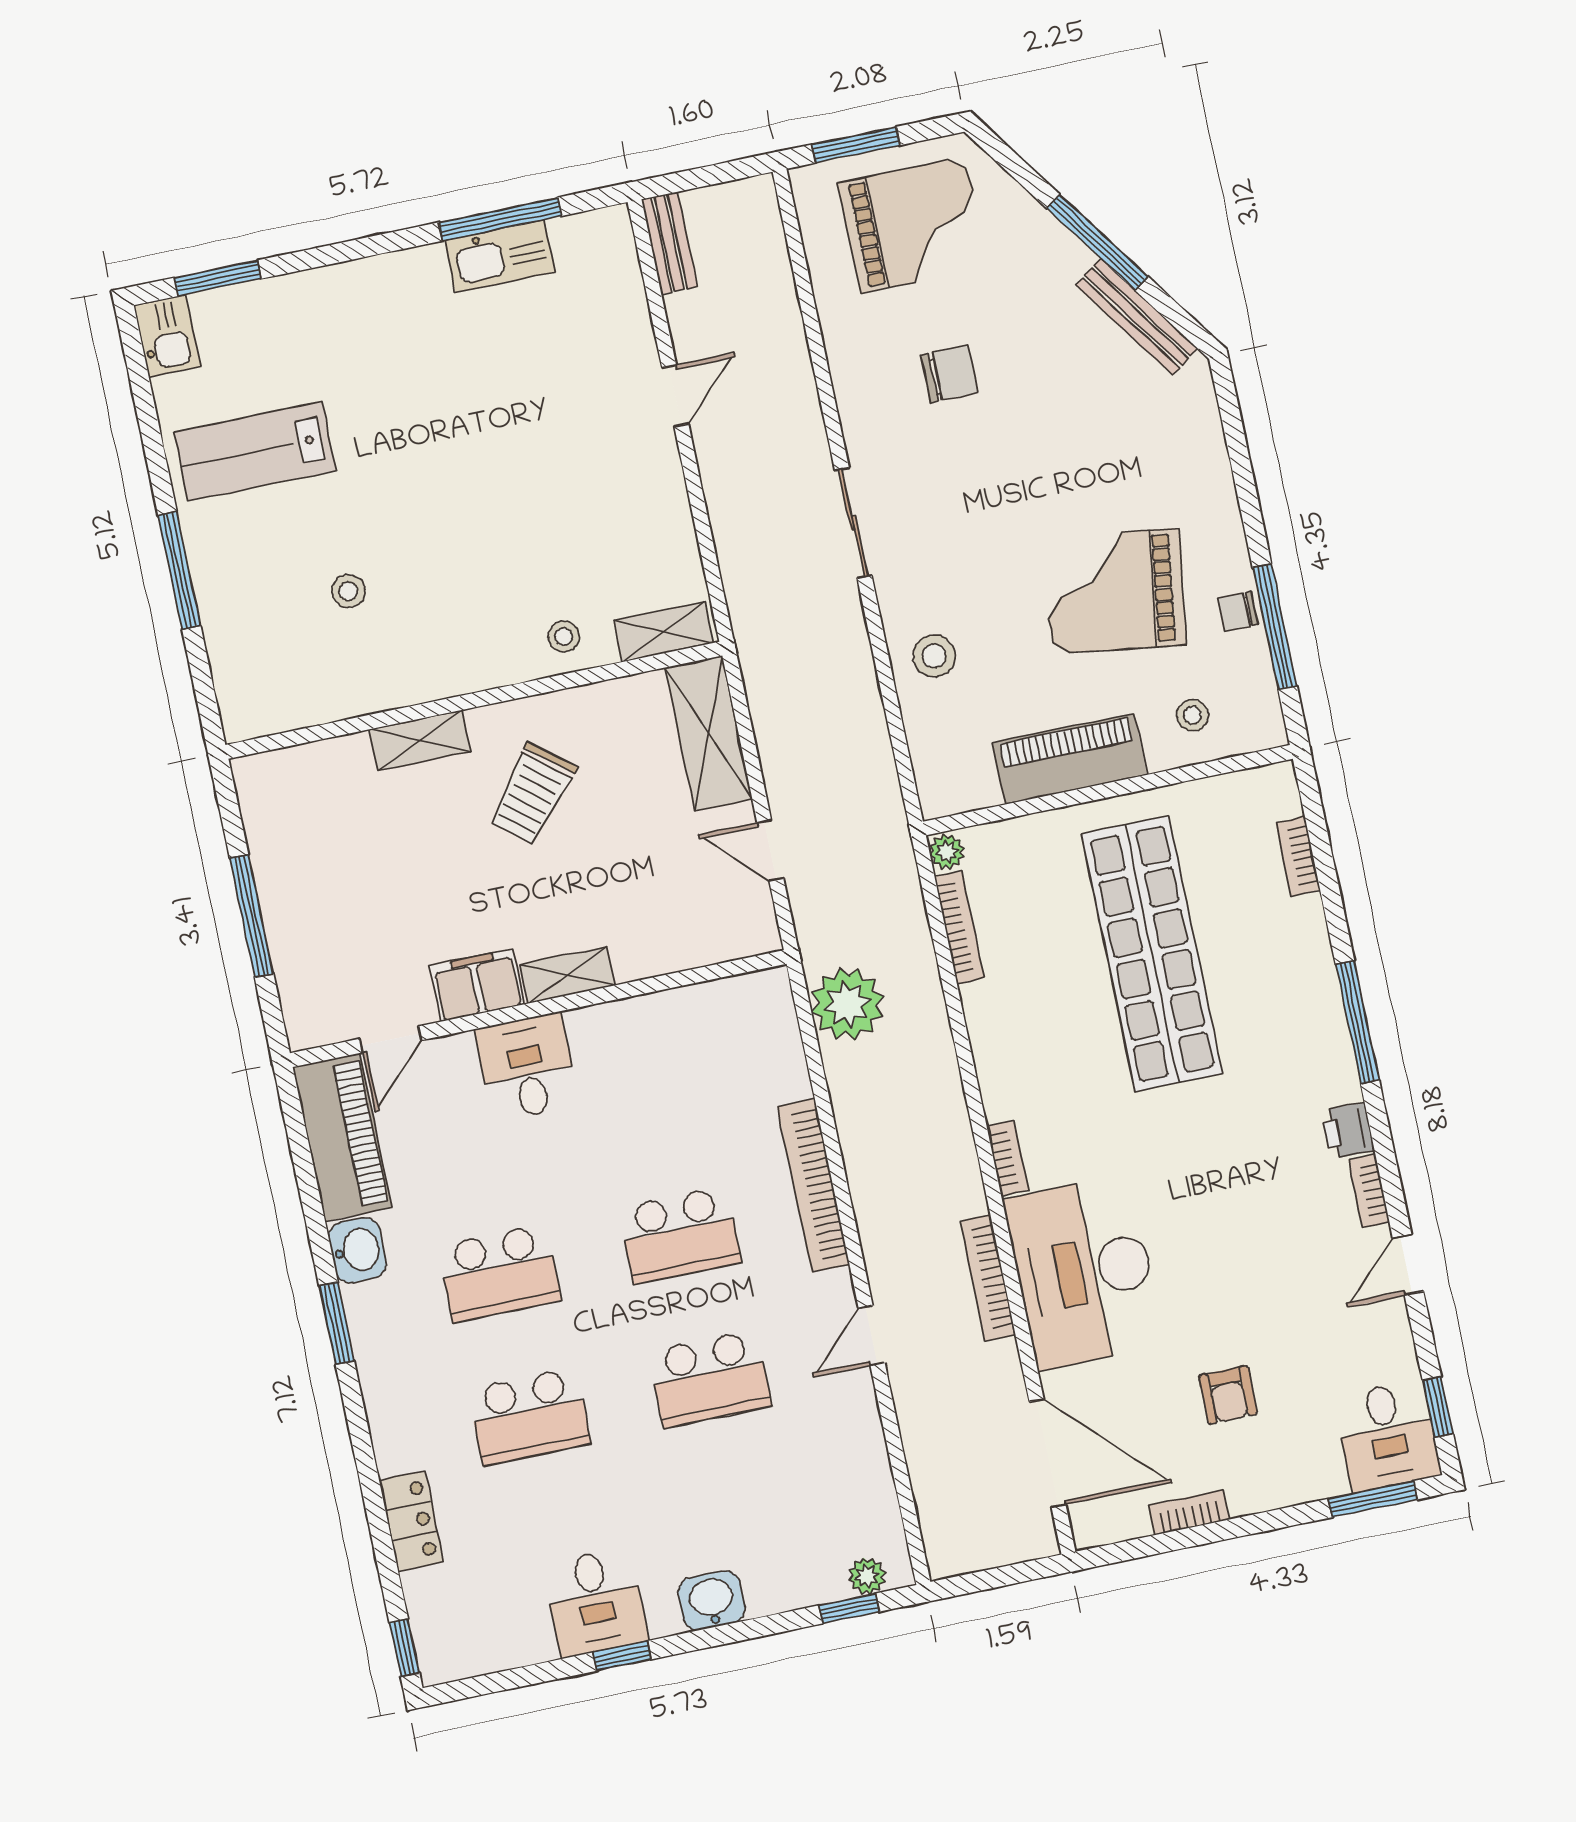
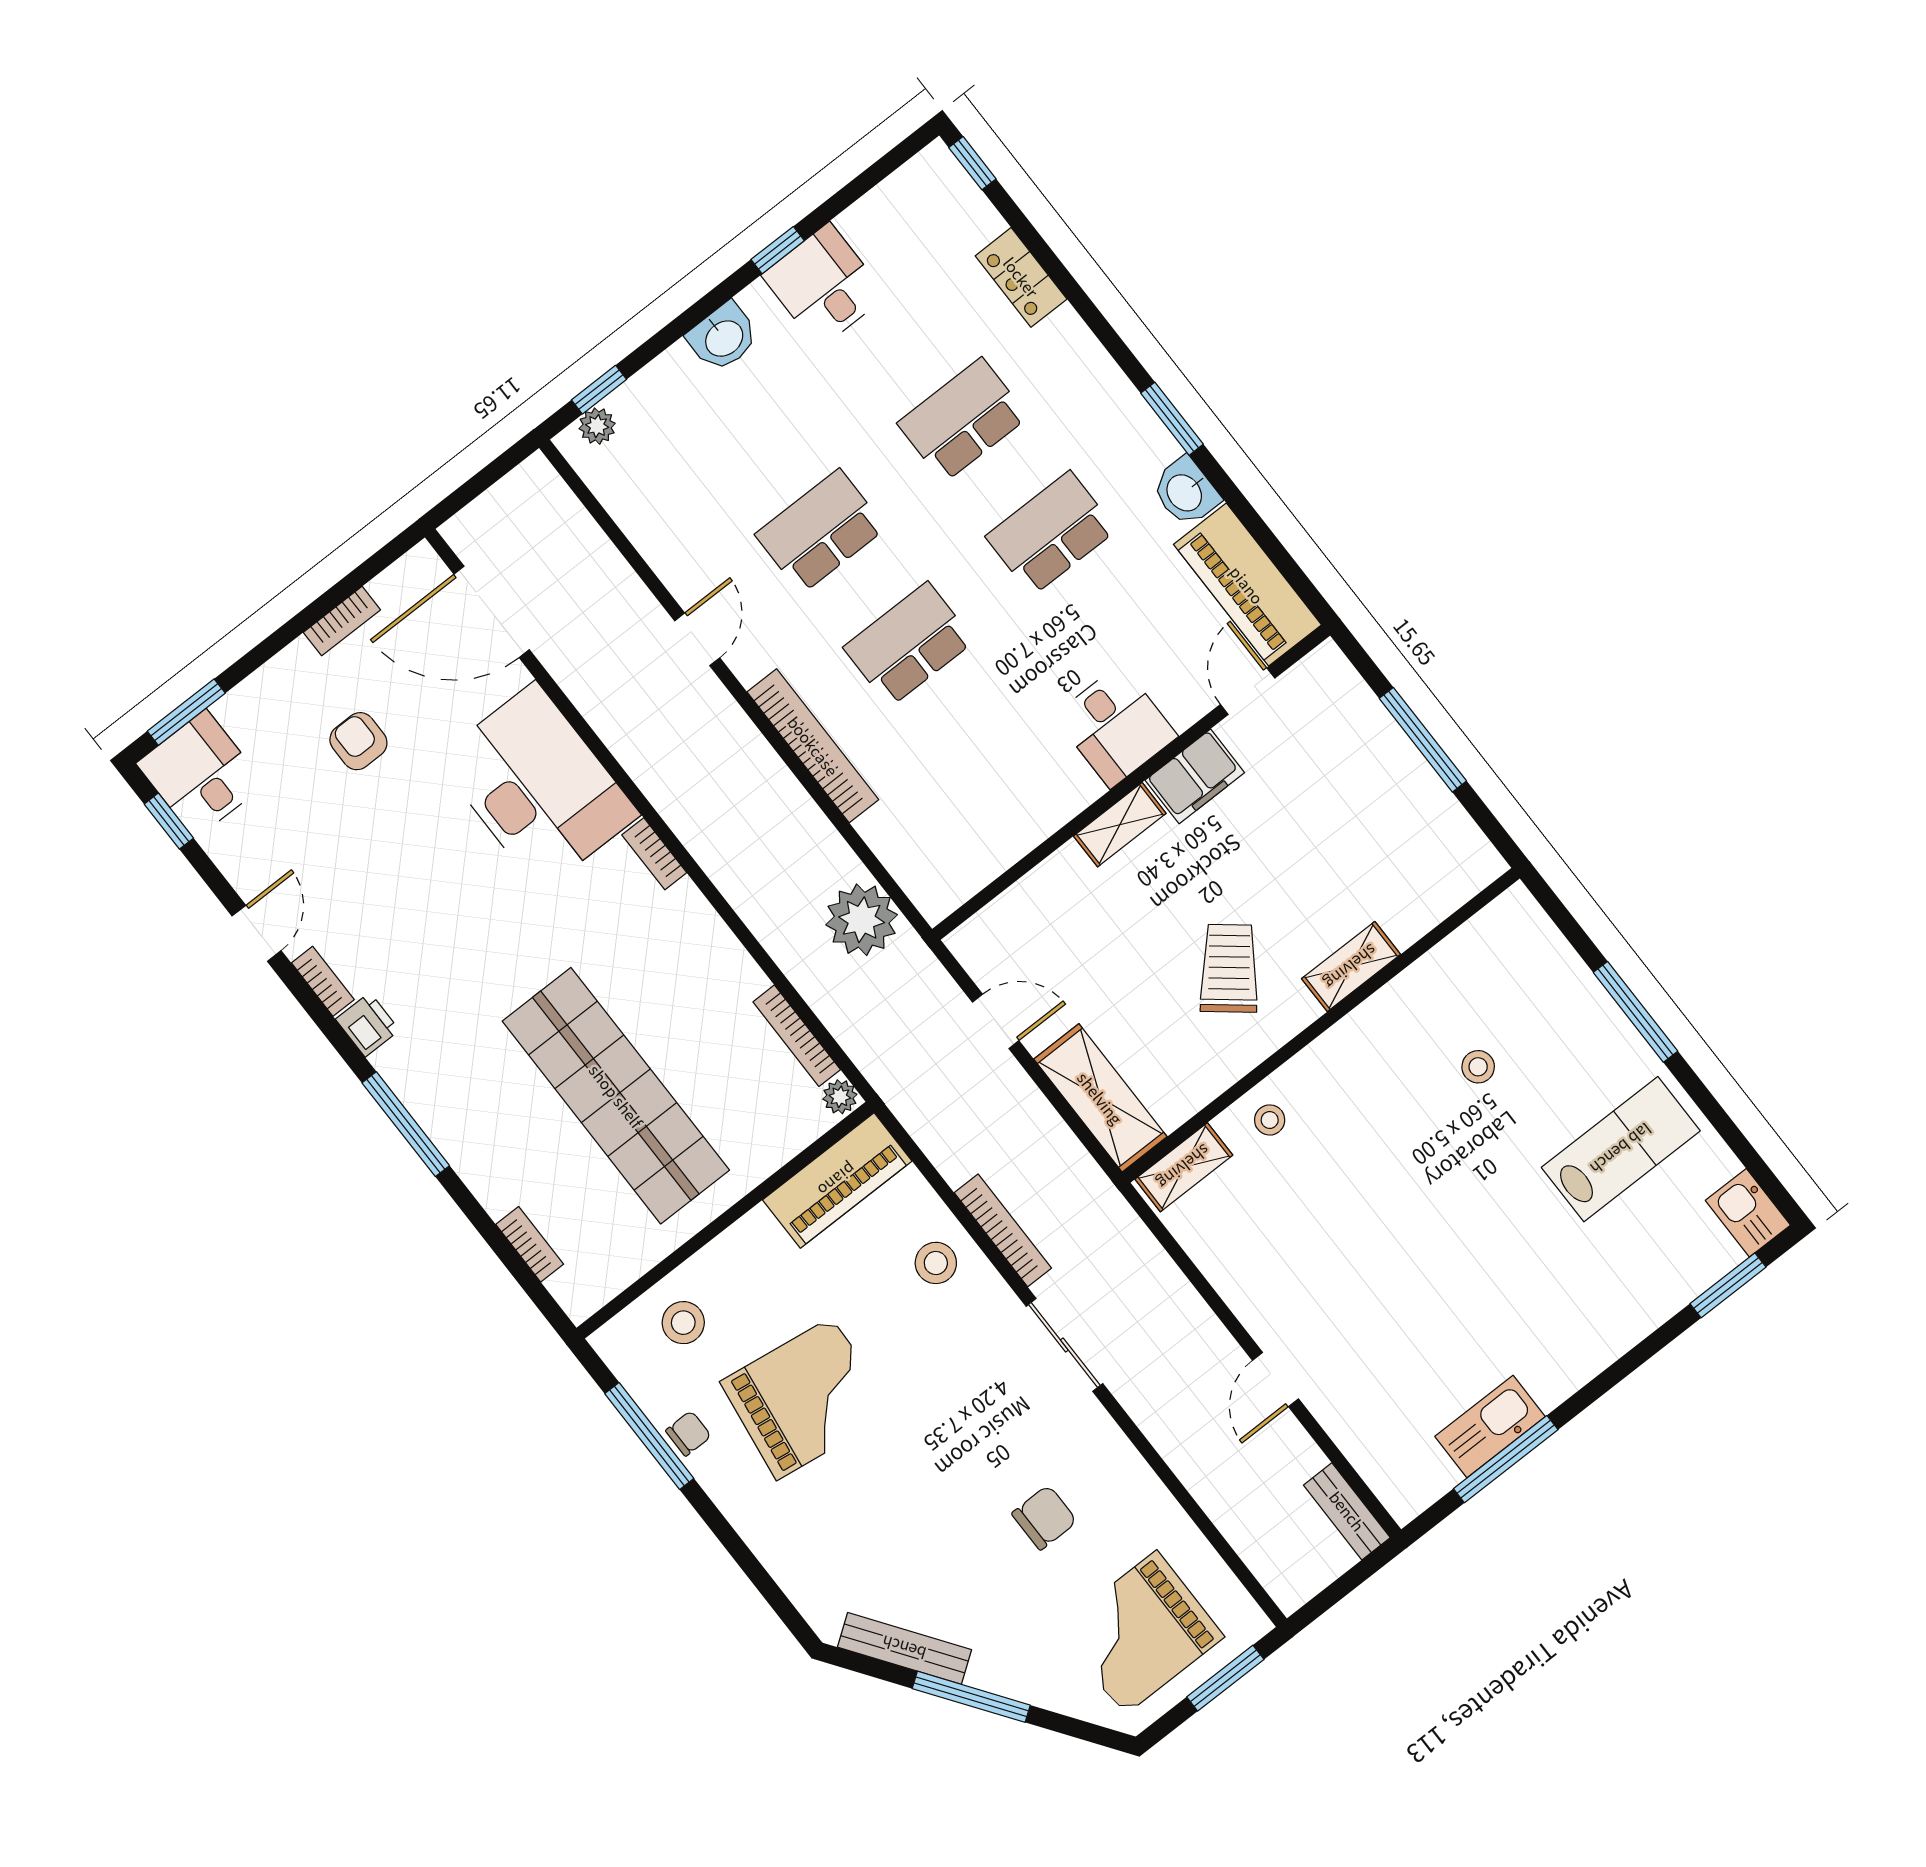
chair: (949, 374) -> (1044, 1518), turned 180
stool: (1193, 715) -> (683, 1323), width x1.37, depth x1.37
piano: (1070, 759) -> (837, 1180), moved
bookcase: (988, 1278) -> (1003, 1230), moved

